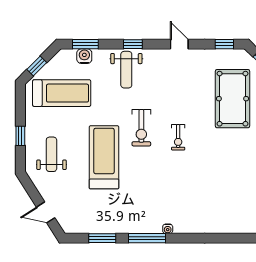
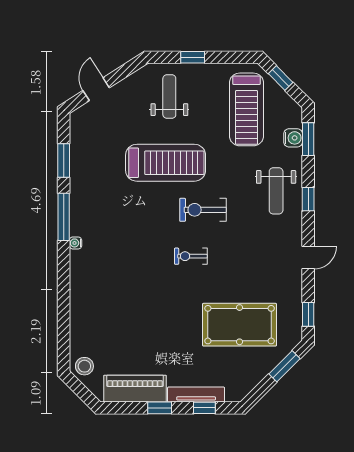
weight bench: (126, 70) -> (276, 191), turned -90
weight bench: (51, 154) -> (169, 97), turned -90

